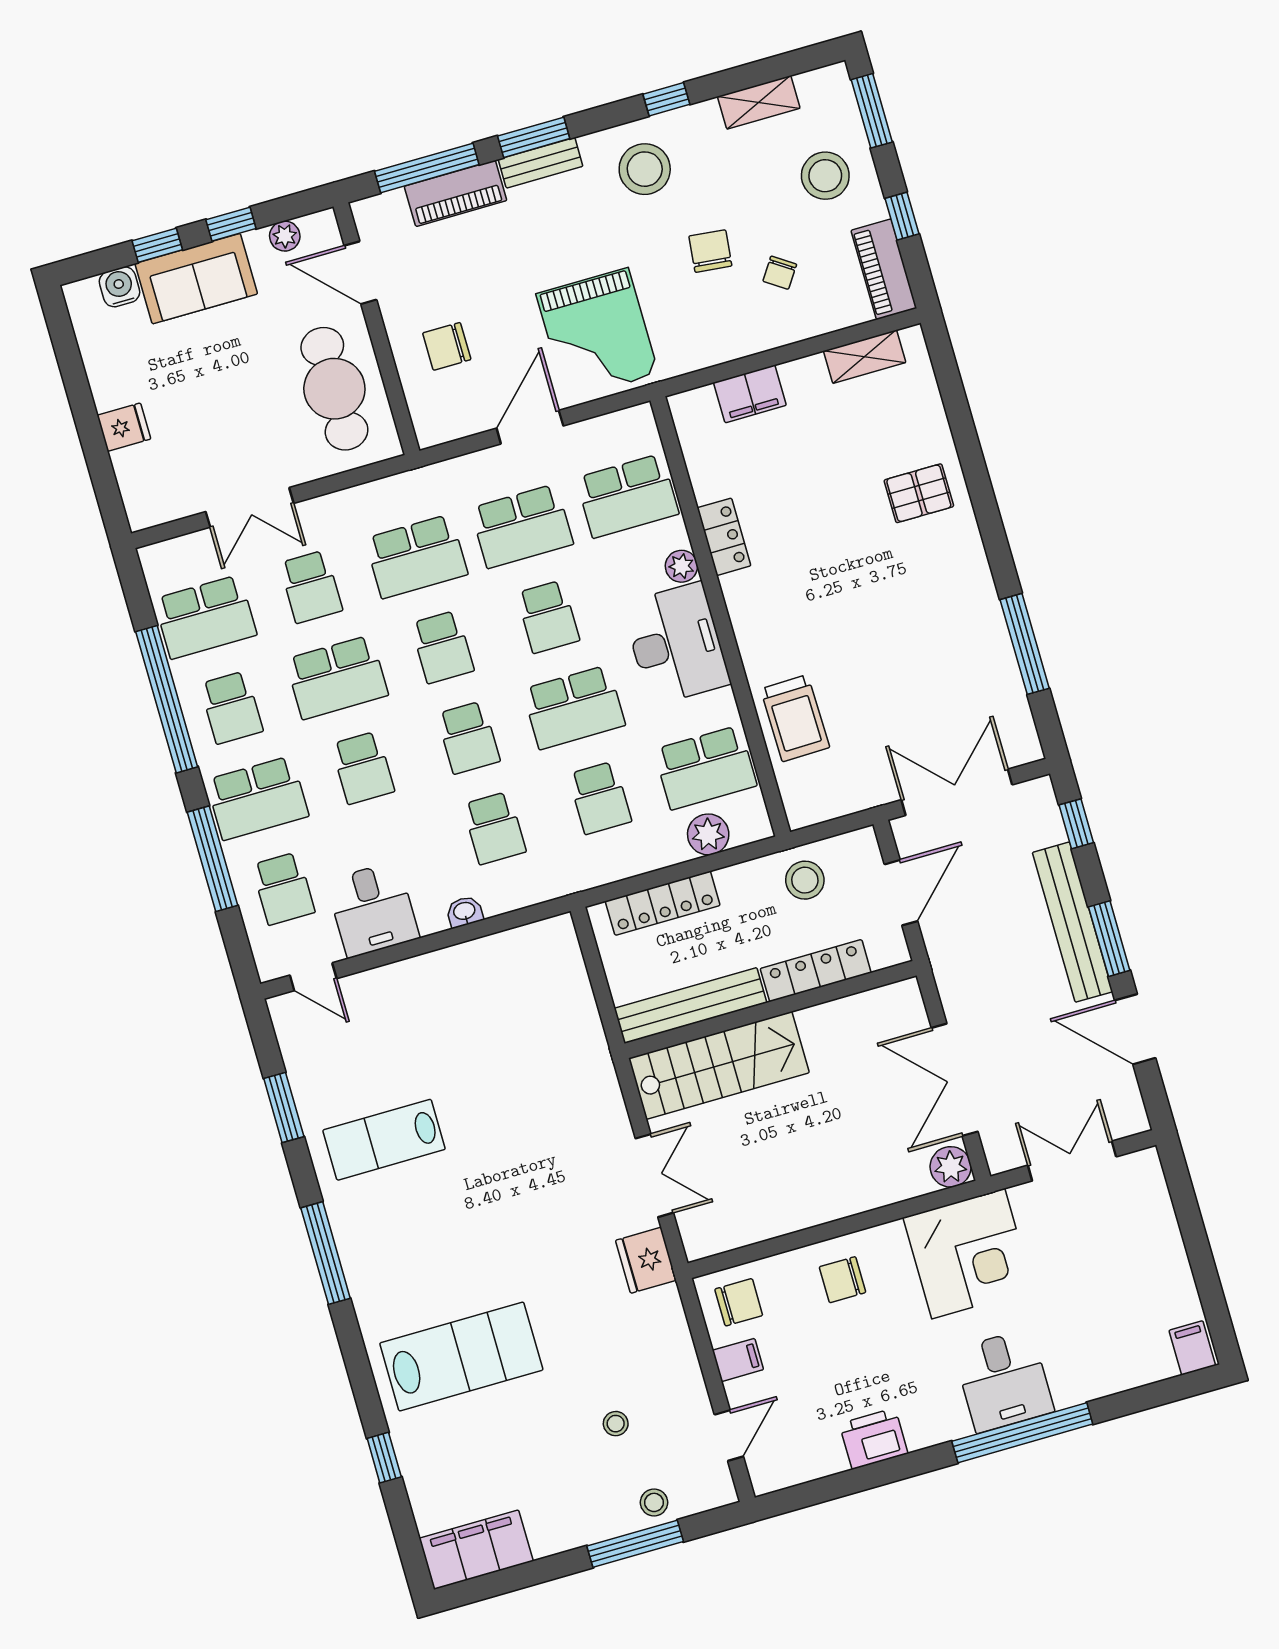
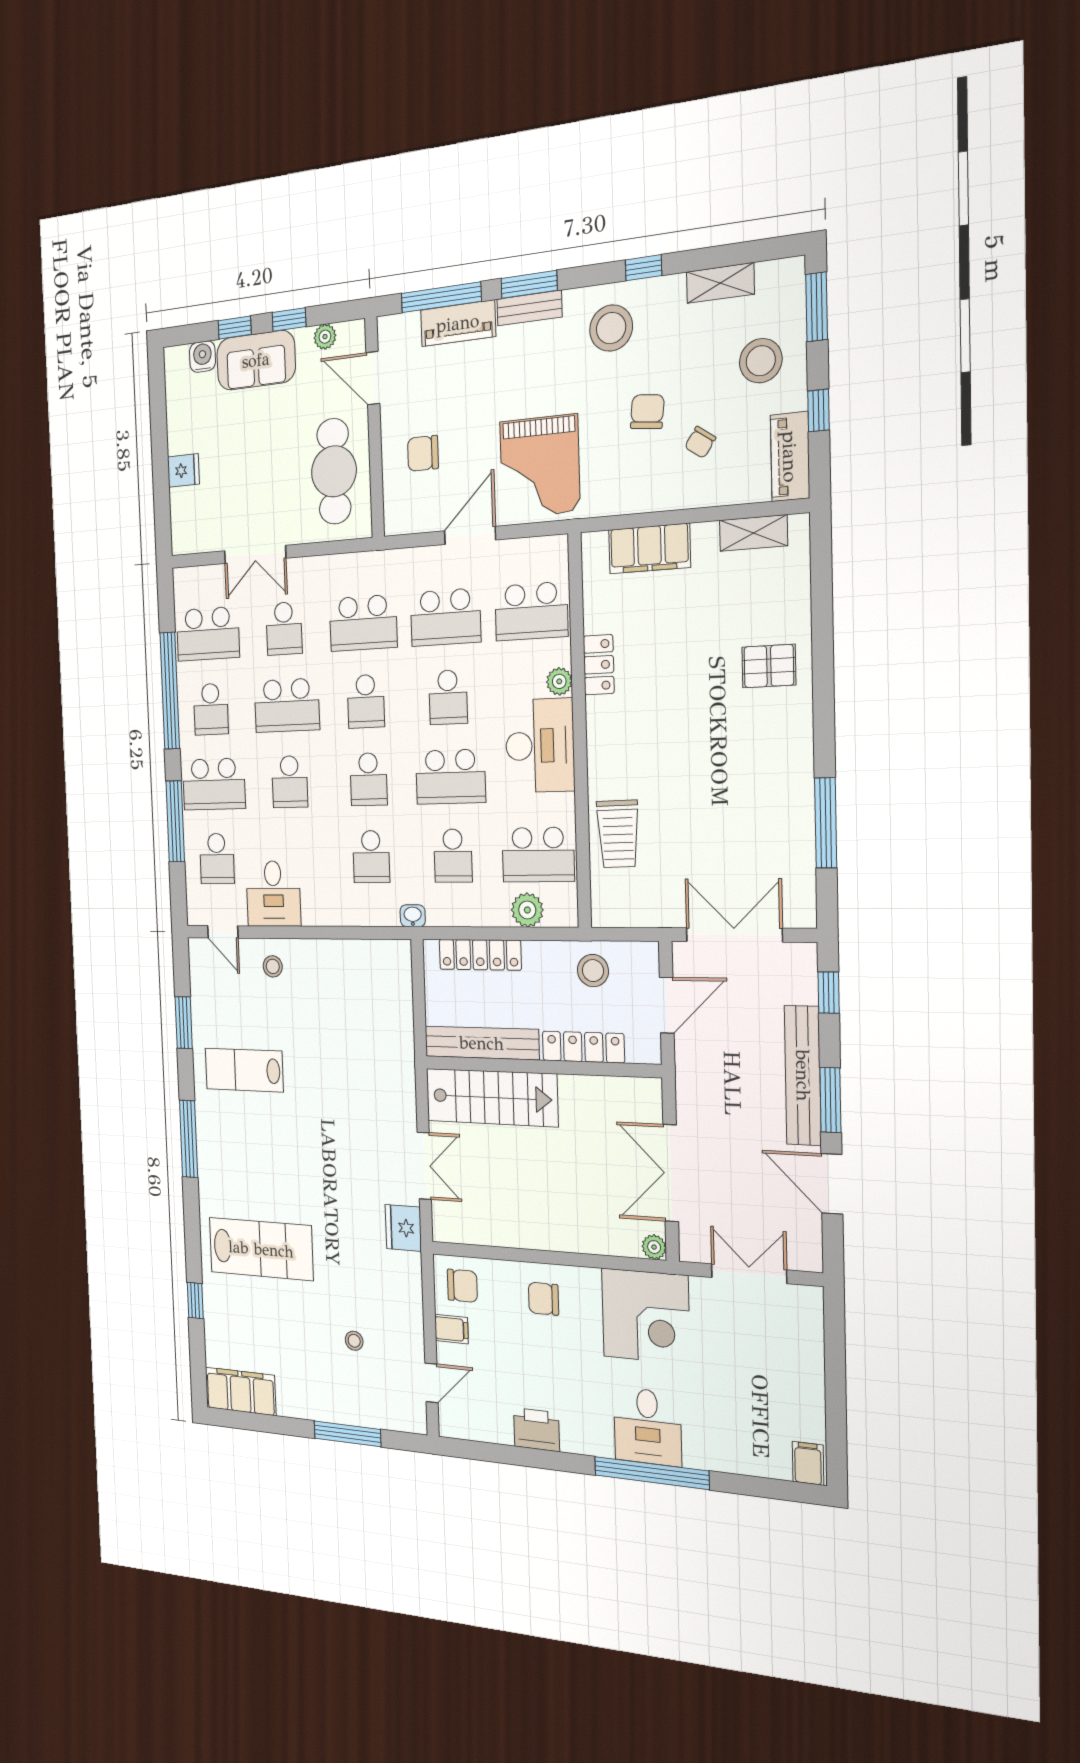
filing cabinet: (750, 394) -> (649, 549), width x1.50, depth x1.17
washbasin: (464, 912) -> (413, 916), moved
plant: (951, 1167) -> (654, 1247), width x0.73, depth x0.73
stool: (654, 1502) -> (273, 966), moved

